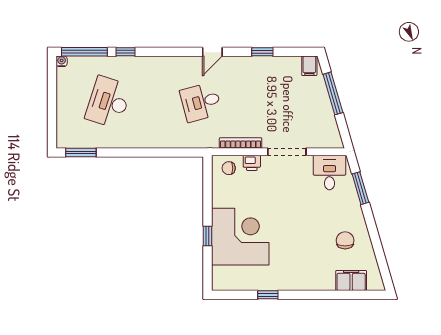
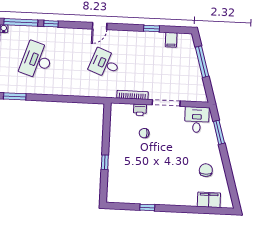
door: (212, 52) -> (100, 26), moved
filing cabinet: (309, 66) -> (171, 40), moved
desk: (201, 102) -> (105, 63), turned 36
chair: (229, 168) -> (144, 133), moved
corner desk: (240, 237) -> (129, 164), removed

